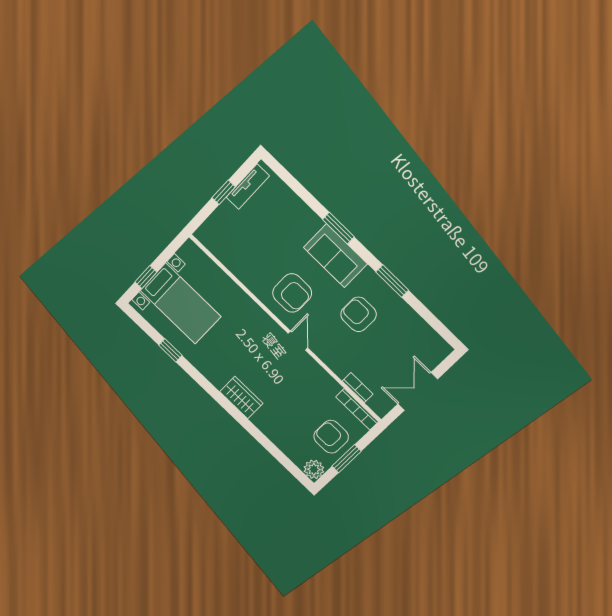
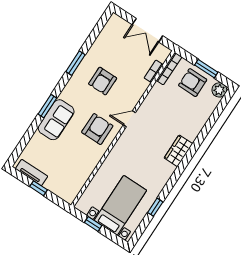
sofa: (335, 256) -> (56, 120), moved
window: (146, 277) -> (93, 224), moved
armchair: (331, 437) -> (193, 83), turned 90

